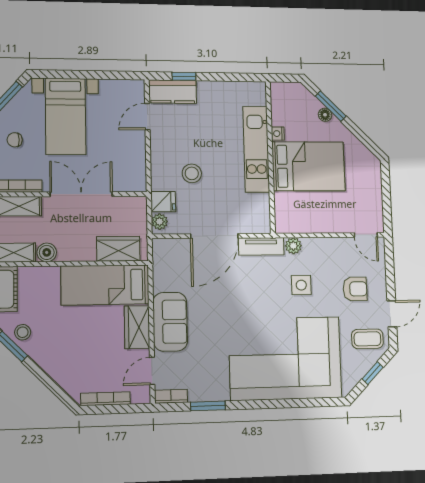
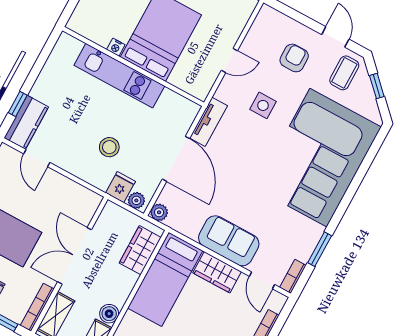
door: (366, 235) -> (229, 61), moved
plant: (293, 246) -> (159, 212), moved

